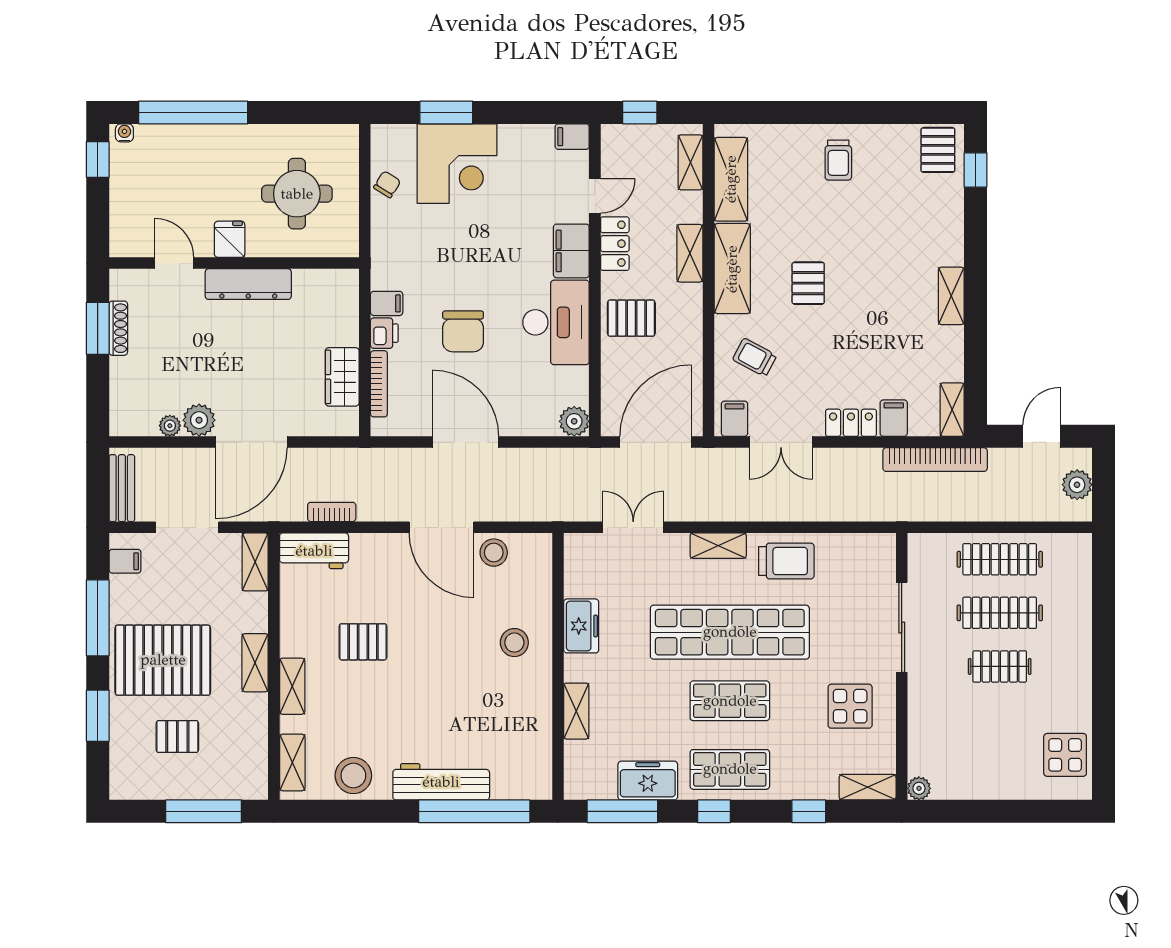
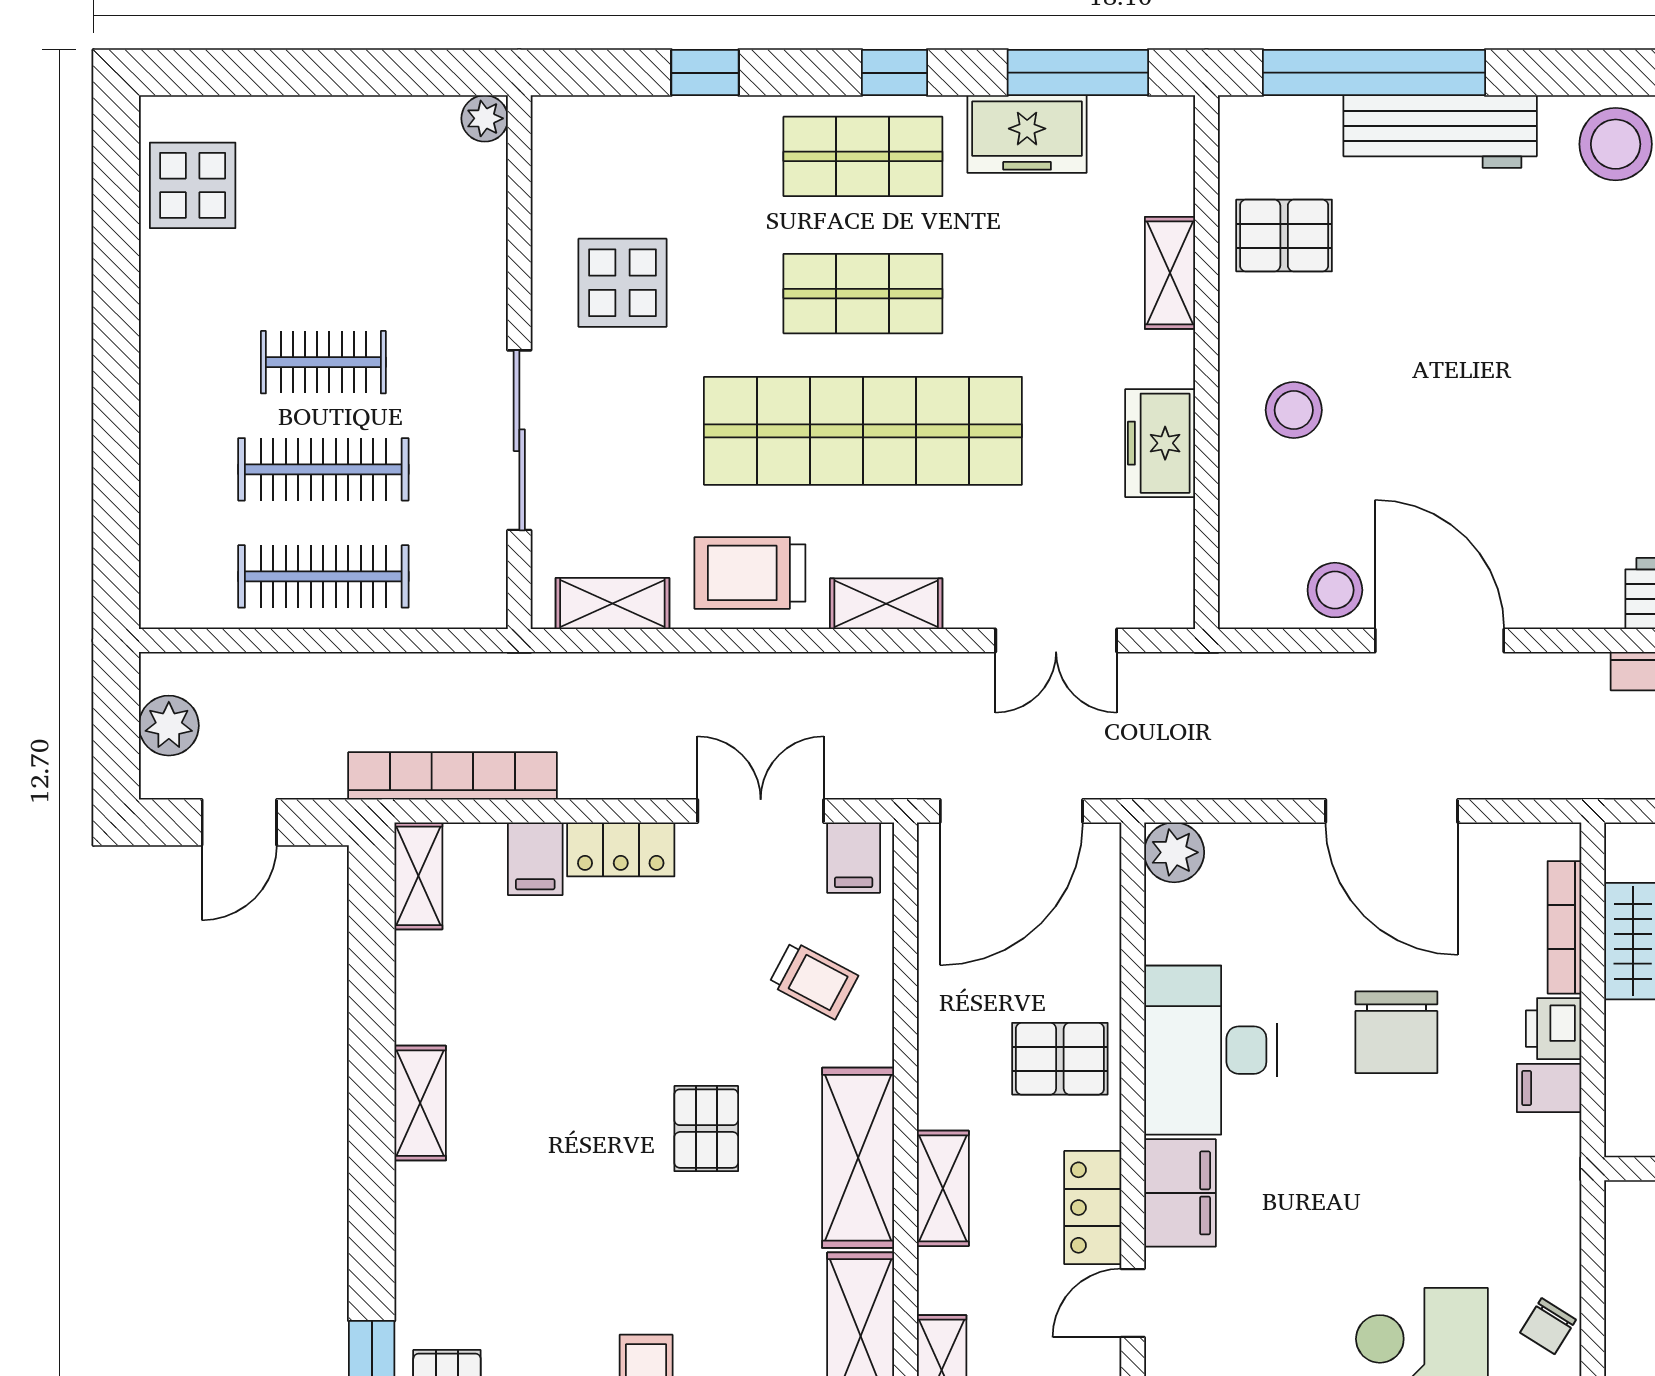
chair: (463, 331) -> (1396, 1032), turned 180
pallet: (363, 642) -> (1284, 236), moved
shelving: (868, 787) -> (612, 604), moved

